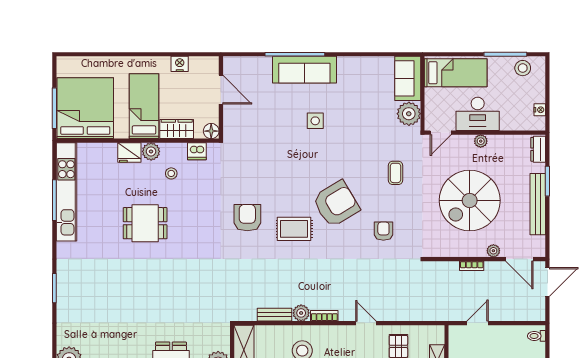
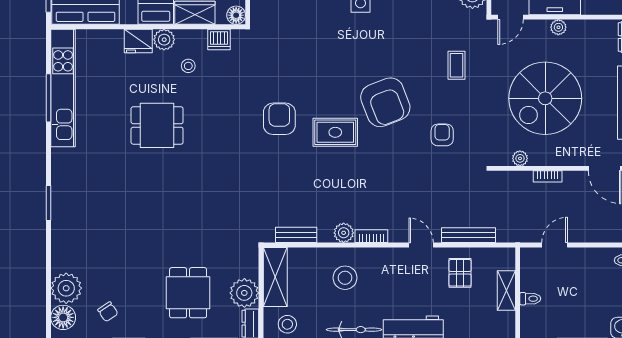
armchair: (336, 204) -> (385, 102), turned 100
plant: (493, 251) -> (520, 158), moved
bench: (274, 315) -> (296, 235), moved
bench: (405, 315) -> (468, 235), added

